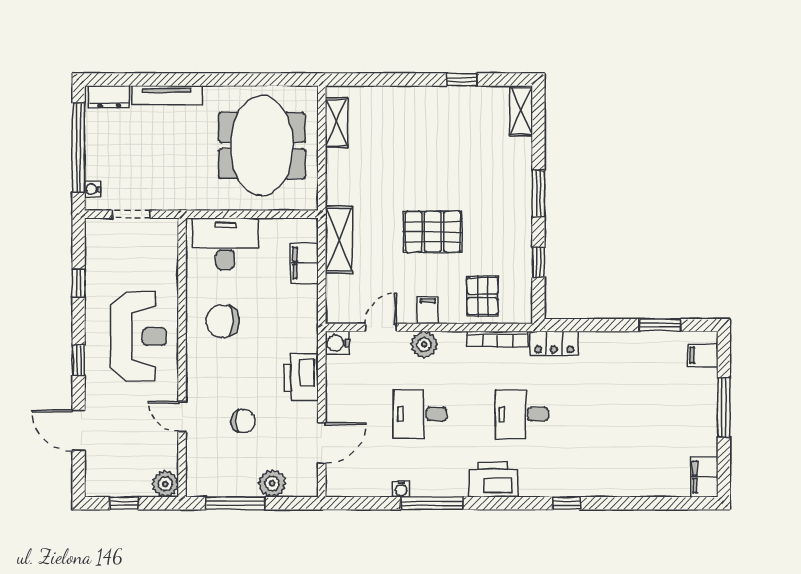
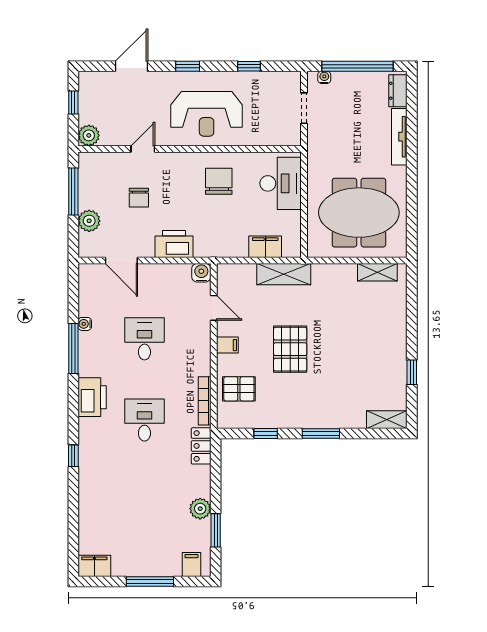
plant: (424, 344) -> (200, 509), moved

